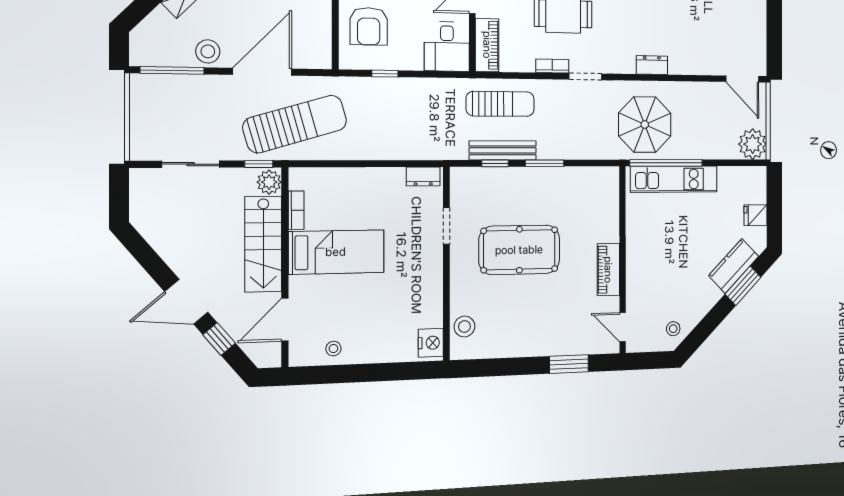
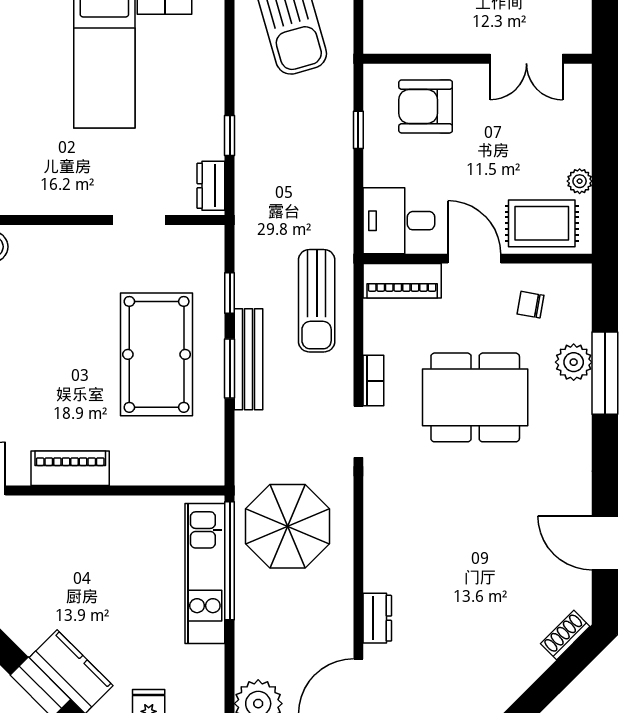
dresser: (652, 65) -> (377, 618), moved
bench: (503, 150) -> (248, 359), moved
window: (389, 164) -> (230, 136), added
pool table: (519, 250) -> (157, 354), moved

